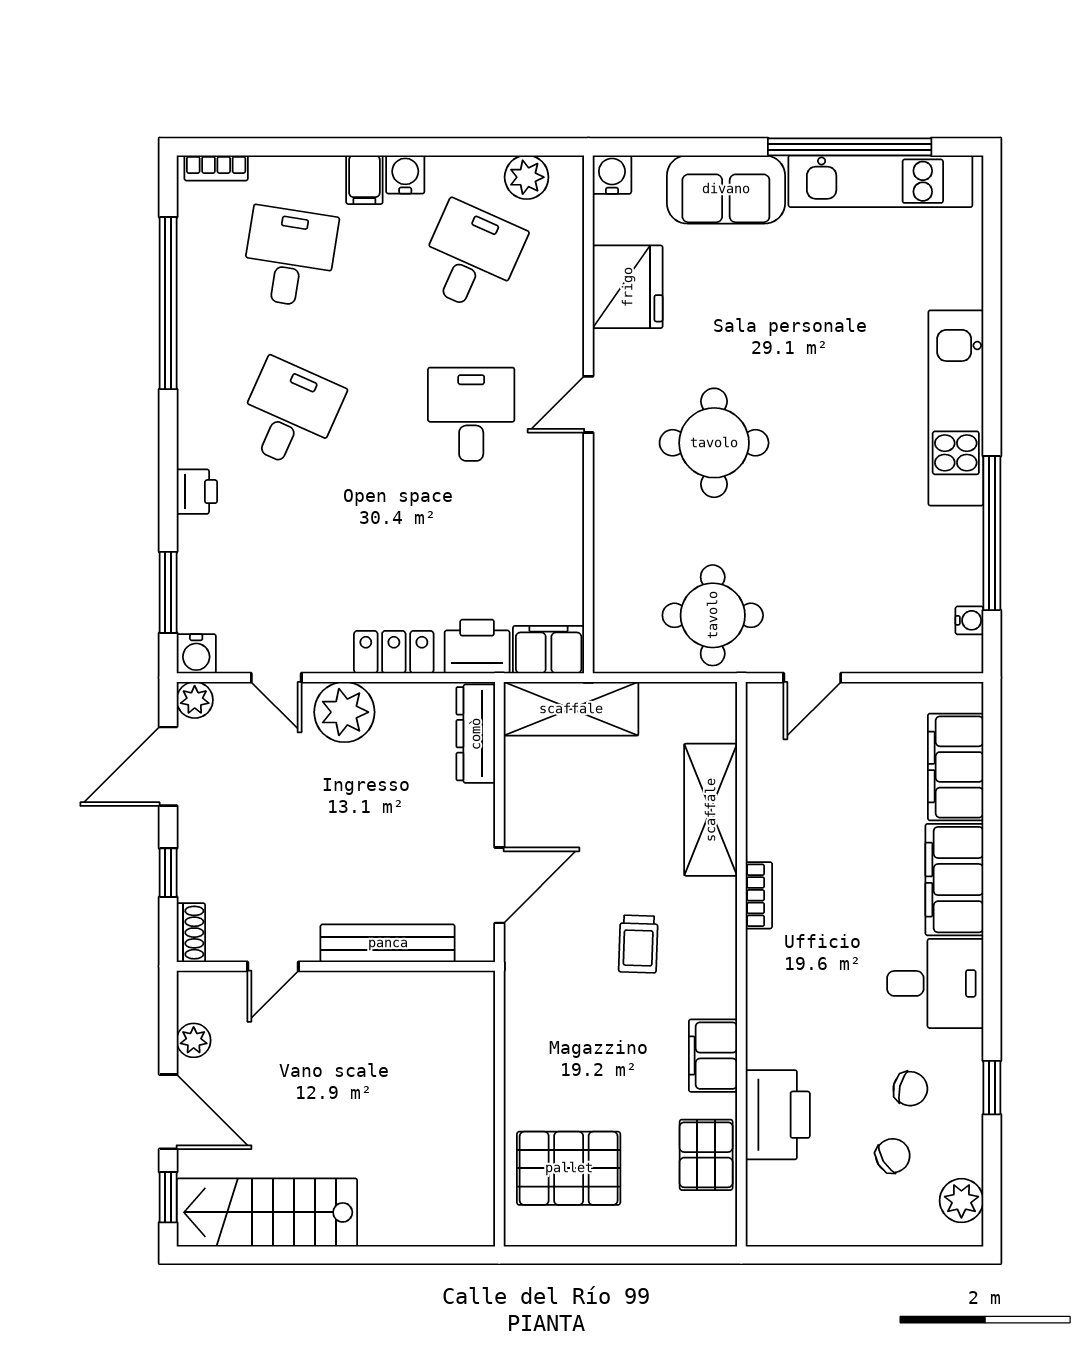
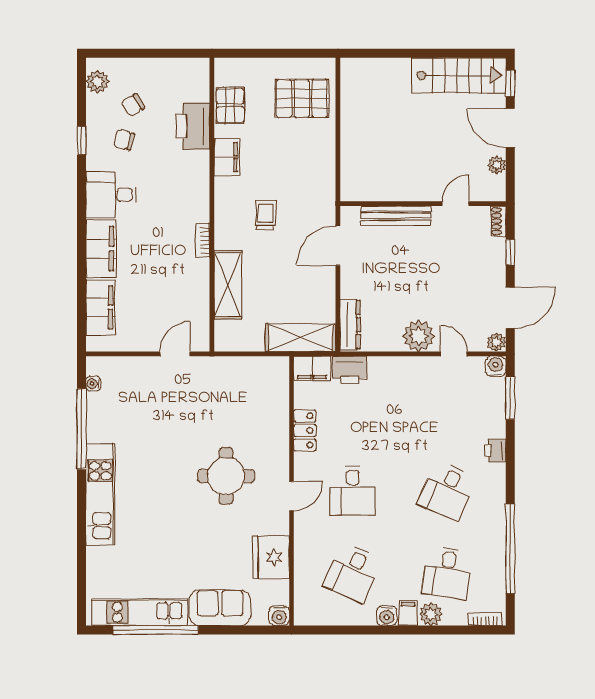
plant: (527, 177) -> (431, 614), moved
round table: (713, 615) -> (227, 386), removed
locker: (394, 652) -> (305, 430), moved, turned -90

